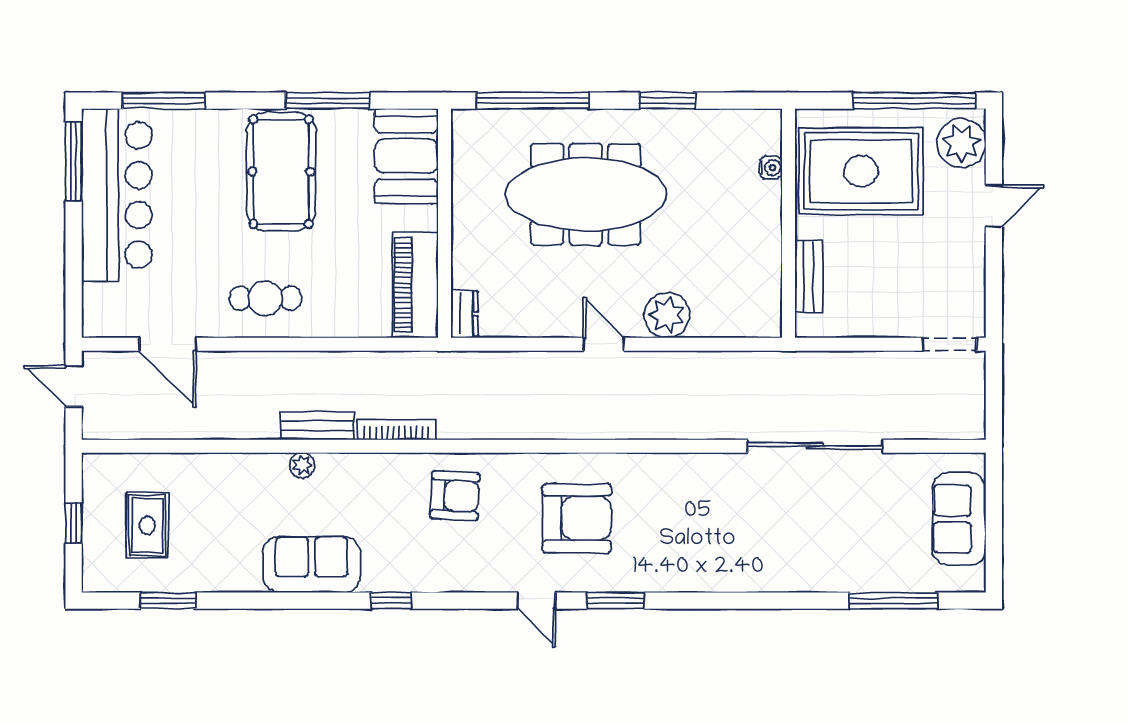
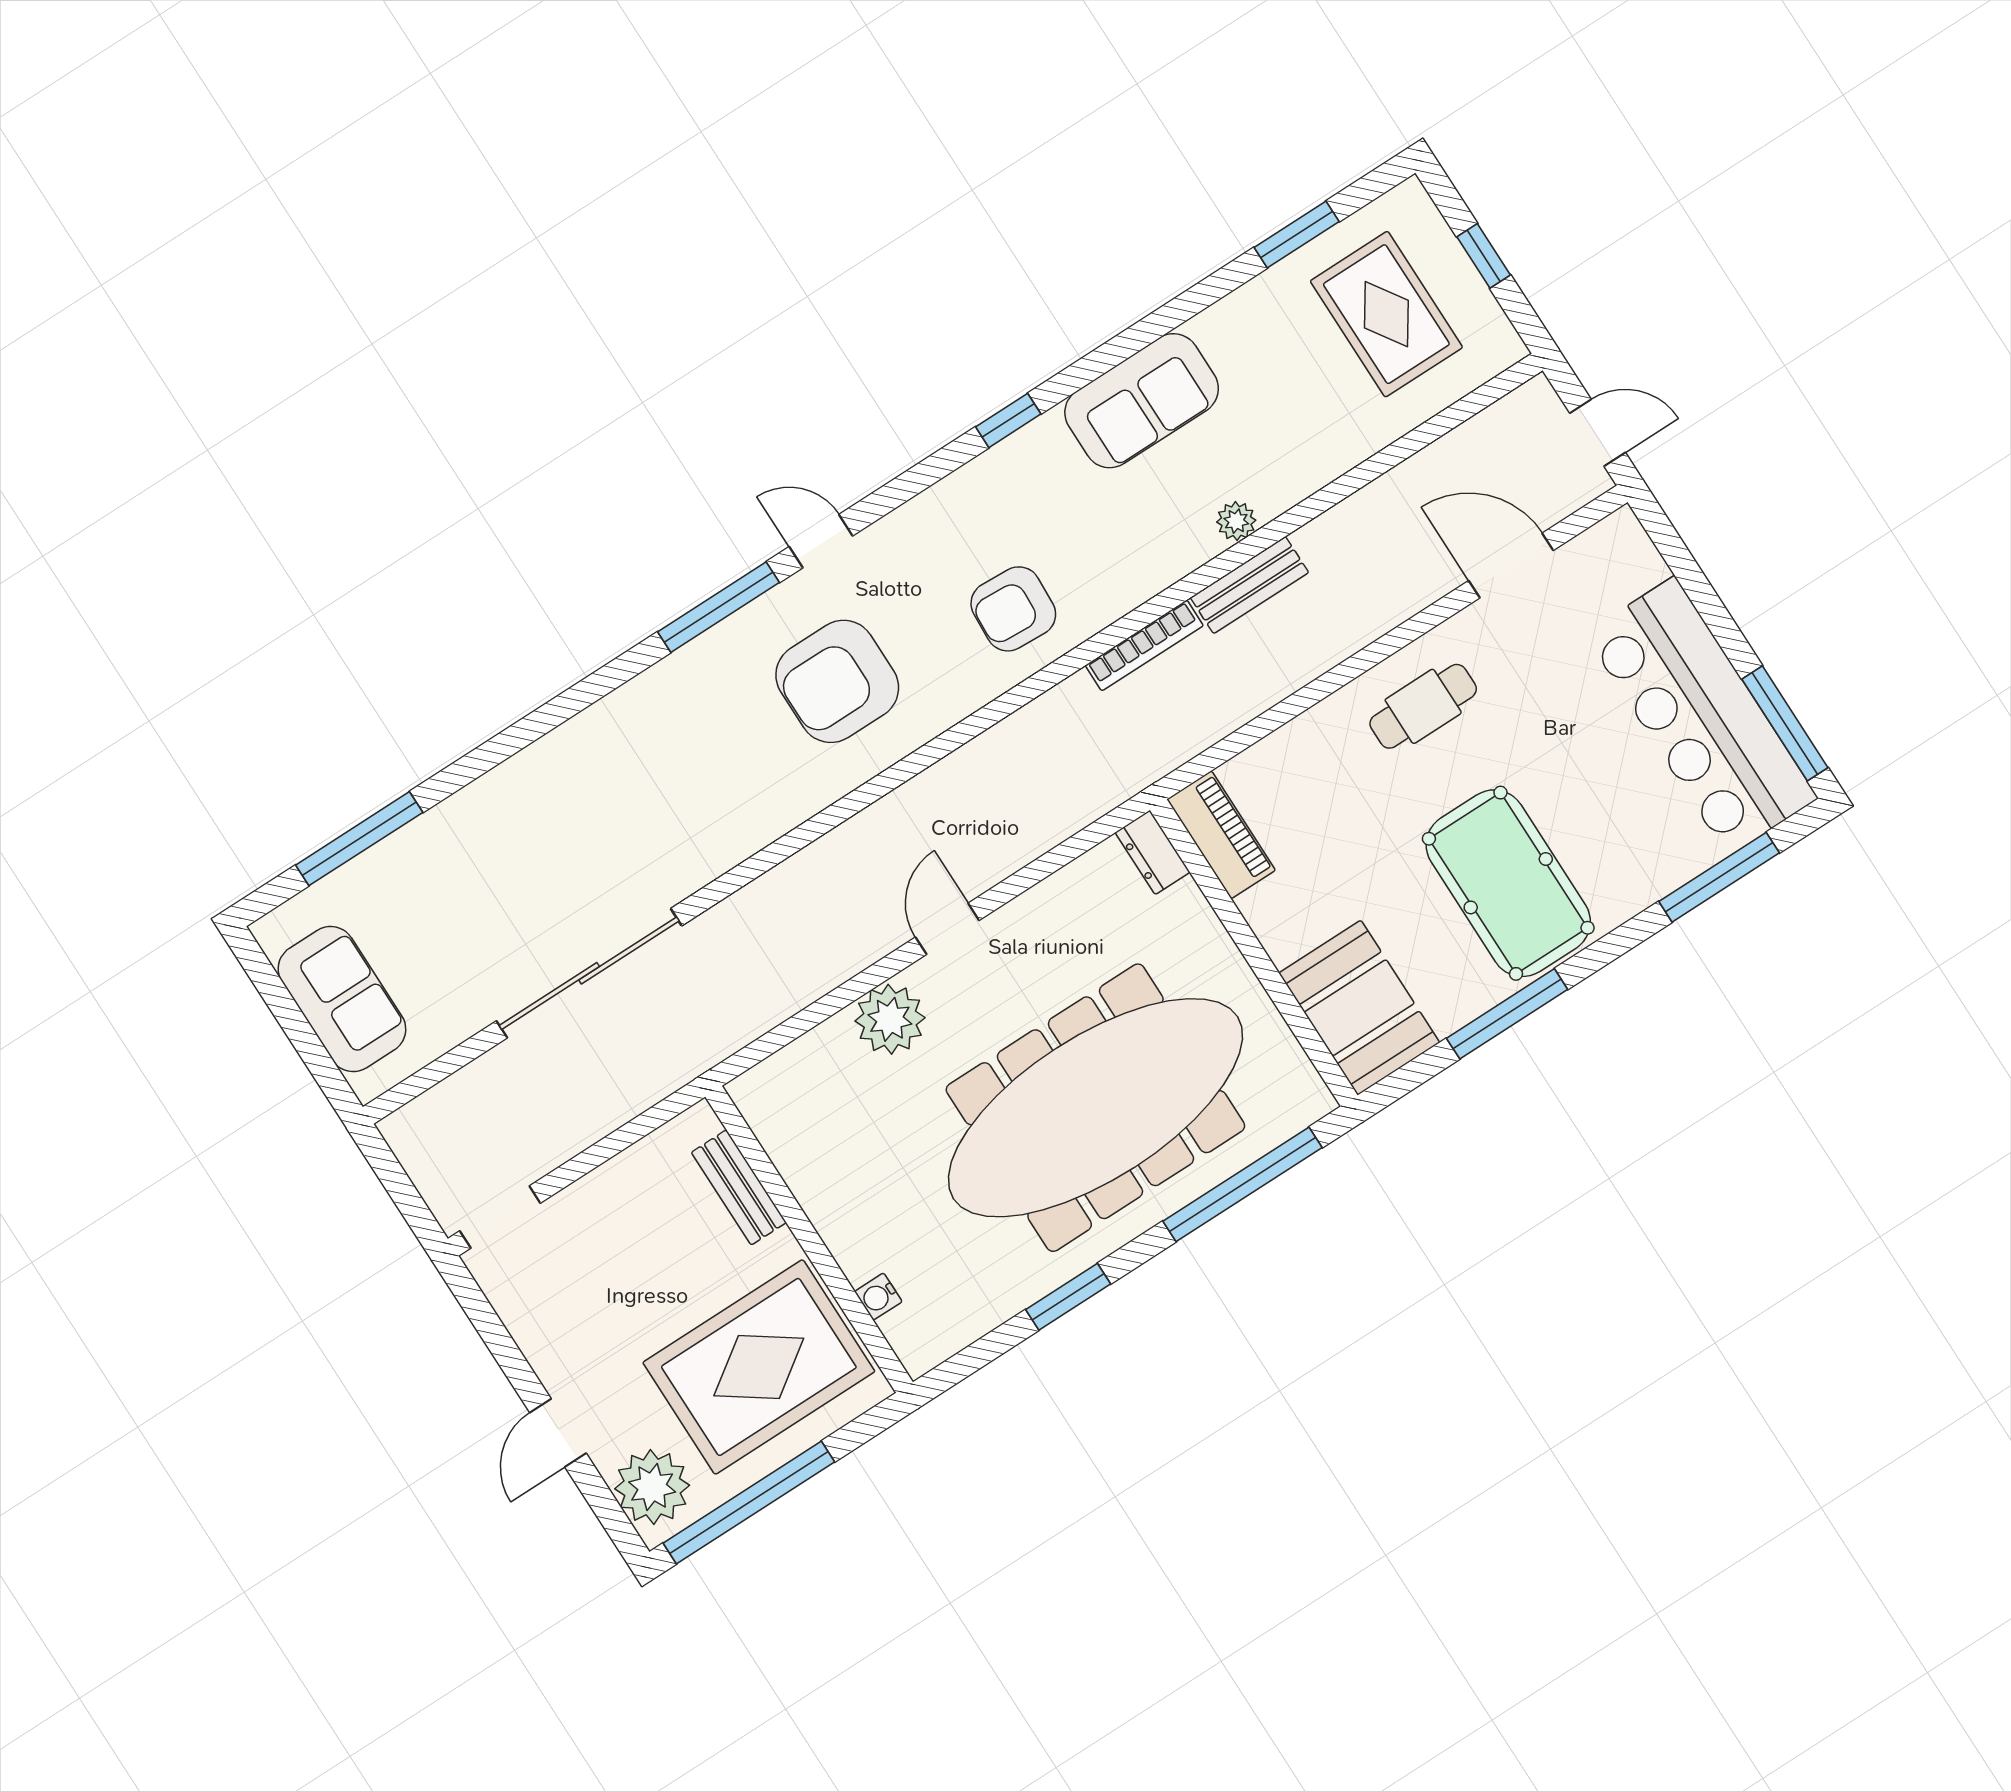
meeting table: (586, 194) -> (1095, 1108), width x1.36, depth x1.27
piano: (415, 285) -> (1221, 835), width x0.73, depth x0.75
door: (604, 344) -> (947, 929), swing flipped
rug: (147, 526) -> (1386, 314), width x1.36, depth x1.43
window: (615, 601) -> (719, 607), width x1.44

